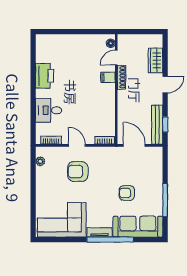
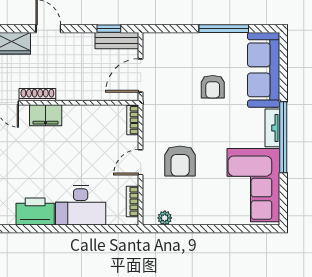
filing cabinet: (108, 77) -> (46, 115), width x2.00
desk: (49, 110) -> (81, 205), width x1.37
bench: (157, 125) -> (117, 41), width x0.73
window: (110, 240) -> (283, 137), moved

